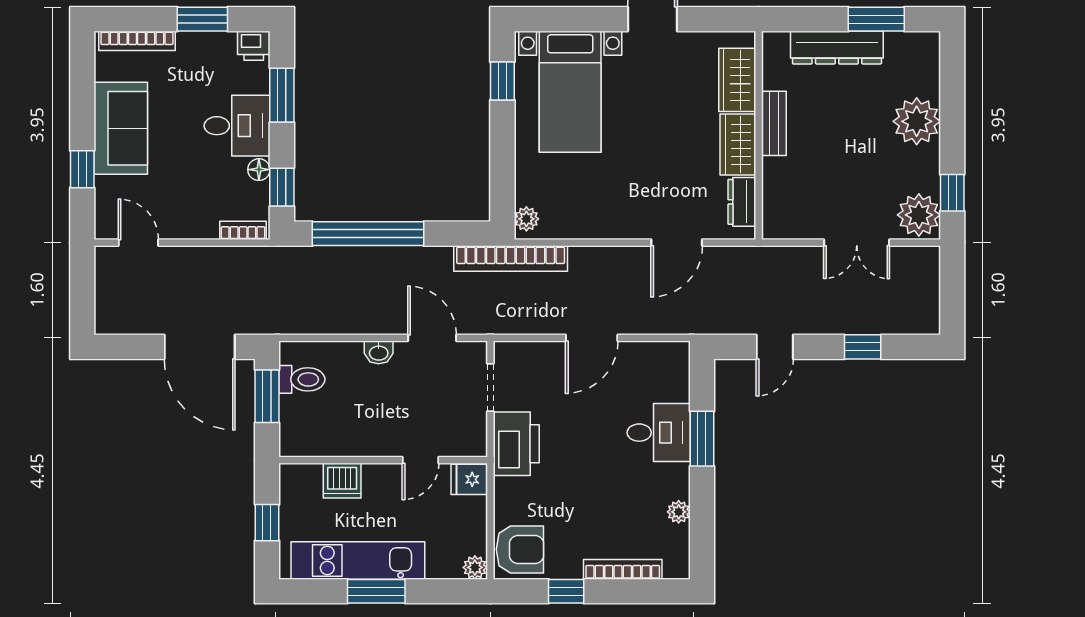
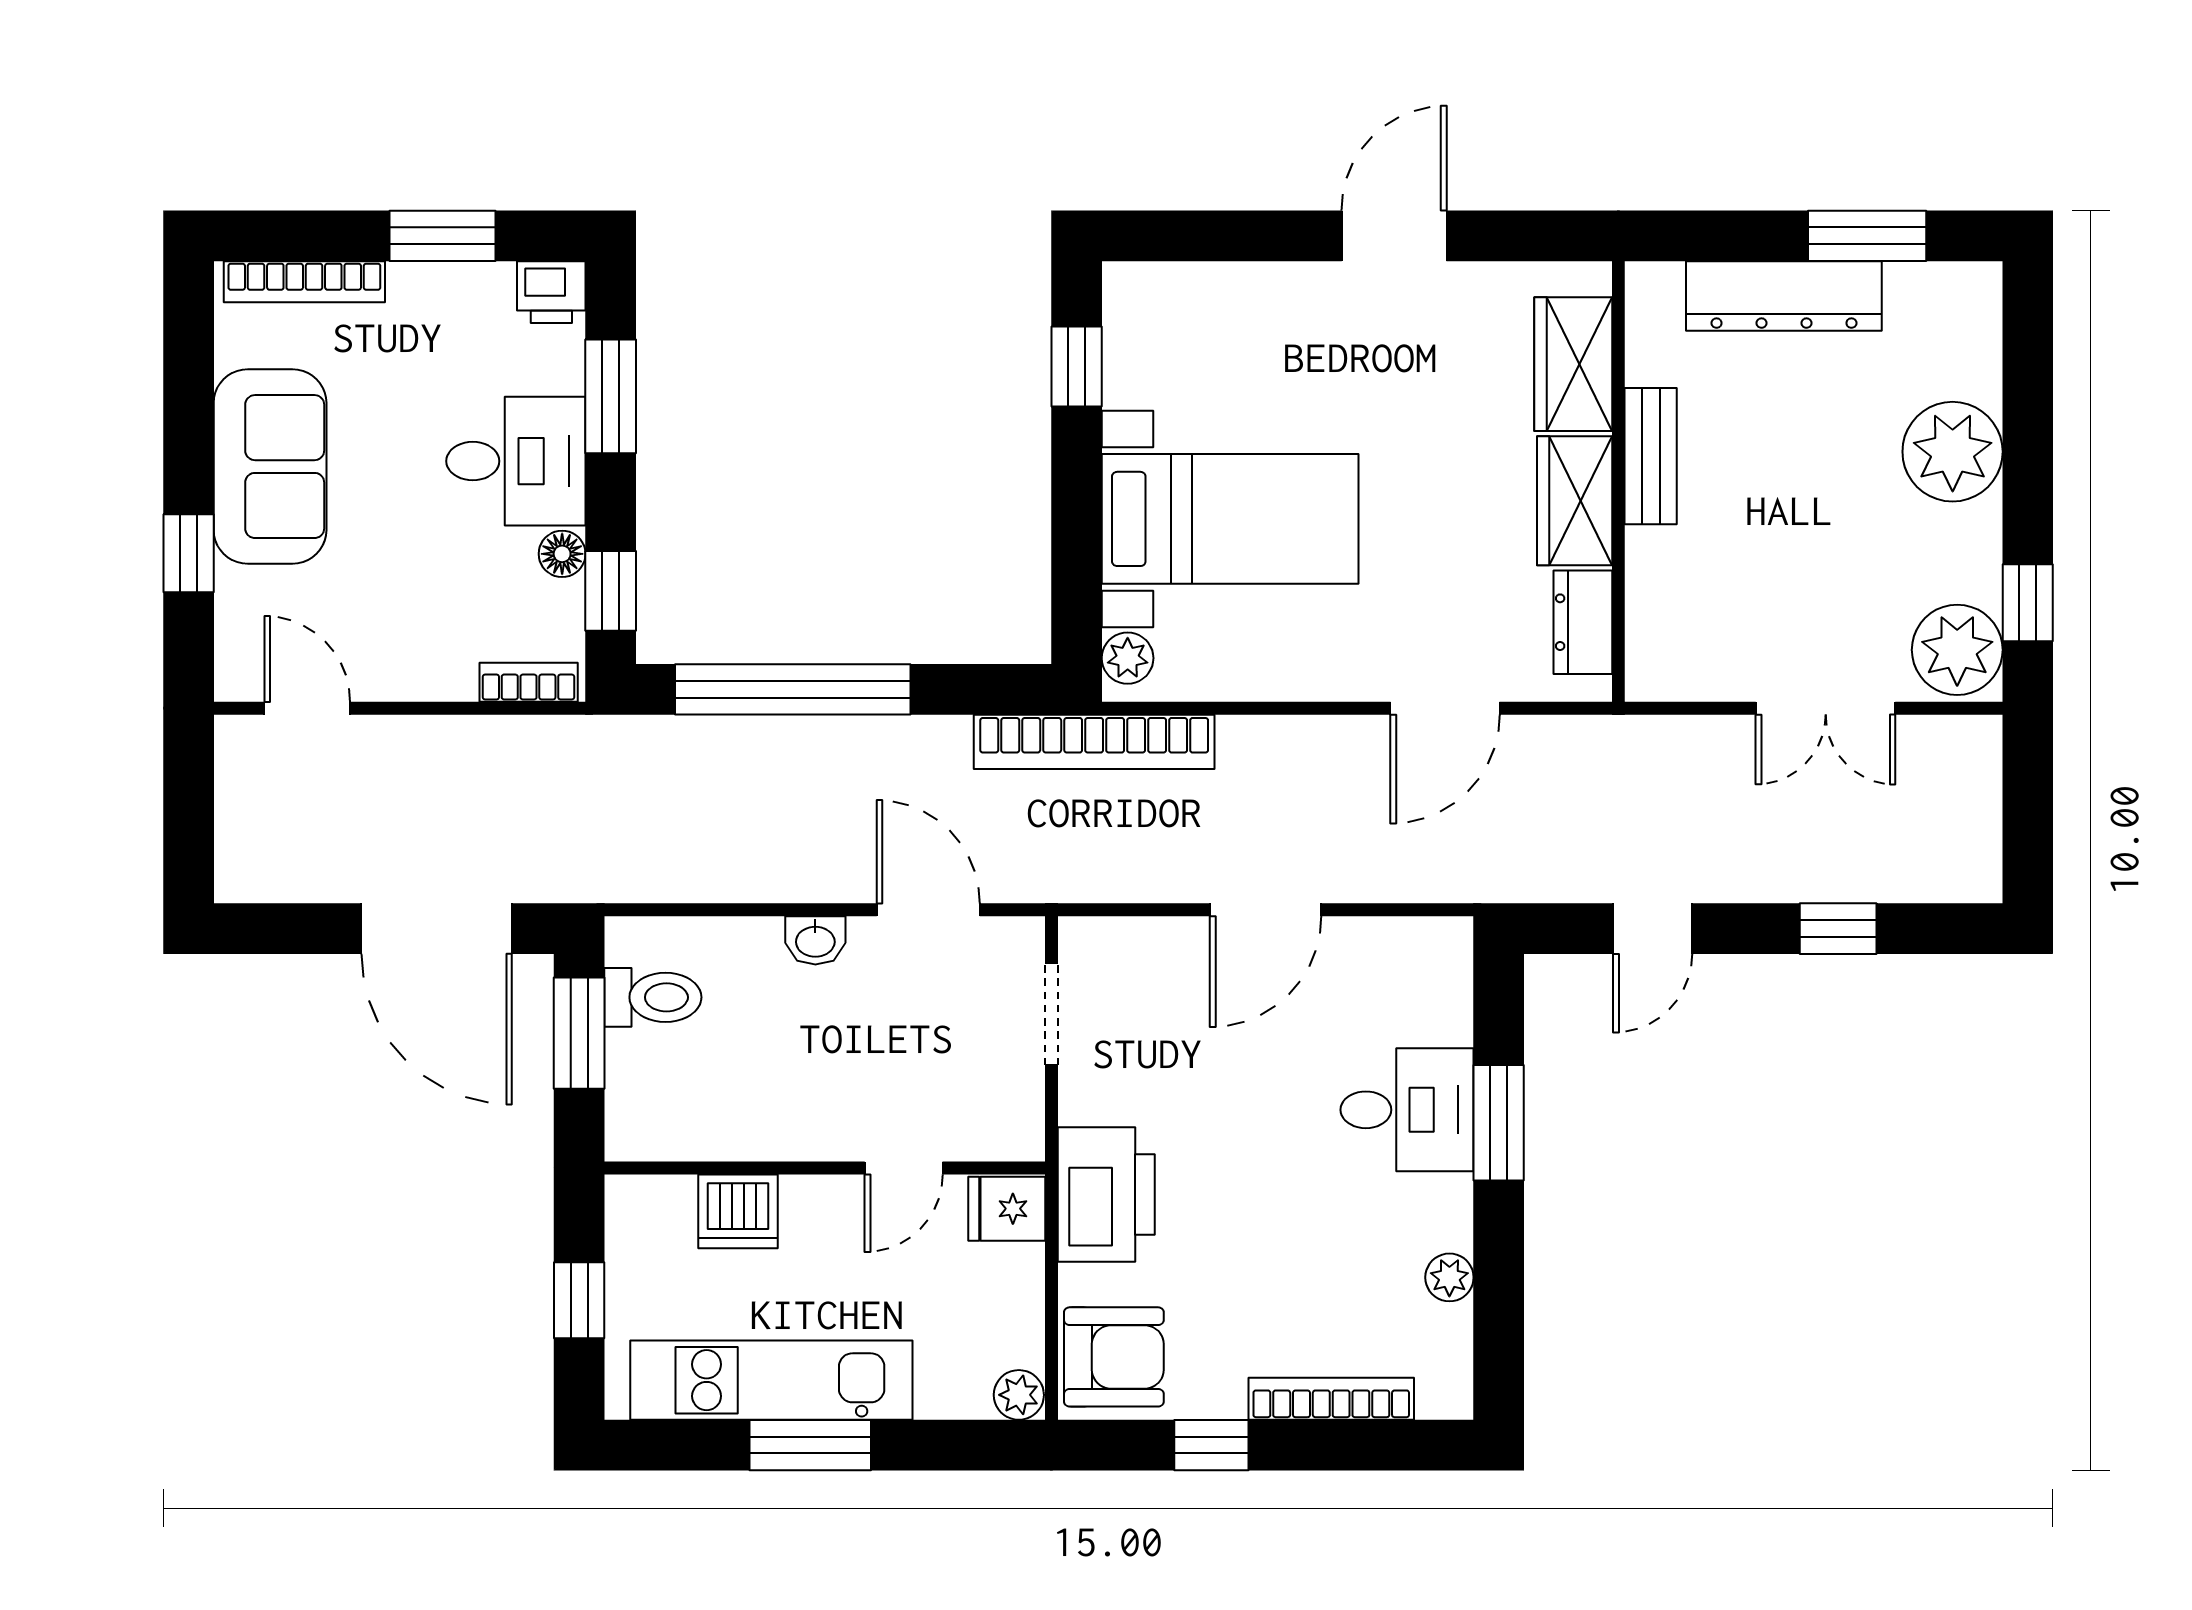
bed with nightstands: (570, 92) -> (1230, 519), moved, turned -90
printer: (516, 444) -> (1106, 1195), moved

